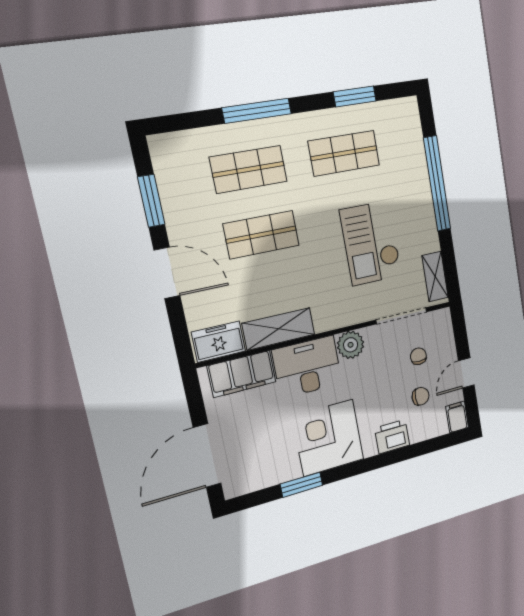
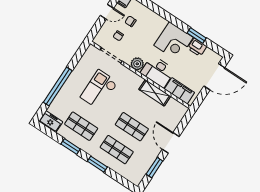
window: (355, 97) -> (71, 146), moved
window: (257, 111) -> (97, 164), width x0.69
checkout: (371, 243) -> (99, 90), turned 180
shelving: (435, 276) -> (87, 57), removed
freezer: (219, 342) -> (51, 122), moved, turned 180
printer: (392, 437) -> (197, 47), moved

